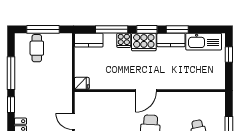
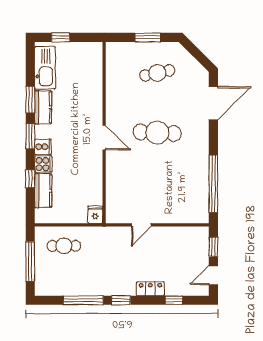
window: (112, 29) -> (30, 179), width x0.46
kitchen counter: (89, 40) -> (43, 191), moved
cooker: (144, 42) -> (43, 147), width x0.53, depth x0.76
cafe table: (37, 48) -> (64, 246), moved

